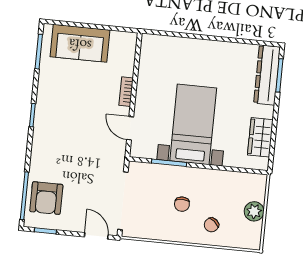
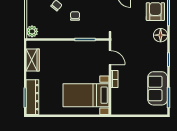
sofa: (80, 43) -> (158, 88), moved, turned -90
bed with nightstands: (193, 124) -> (86, 95), moved, turned 90
floor lamp: (42, 157) -> (161, 35), added
plant: (254, 211) -> (32, 31), moved

